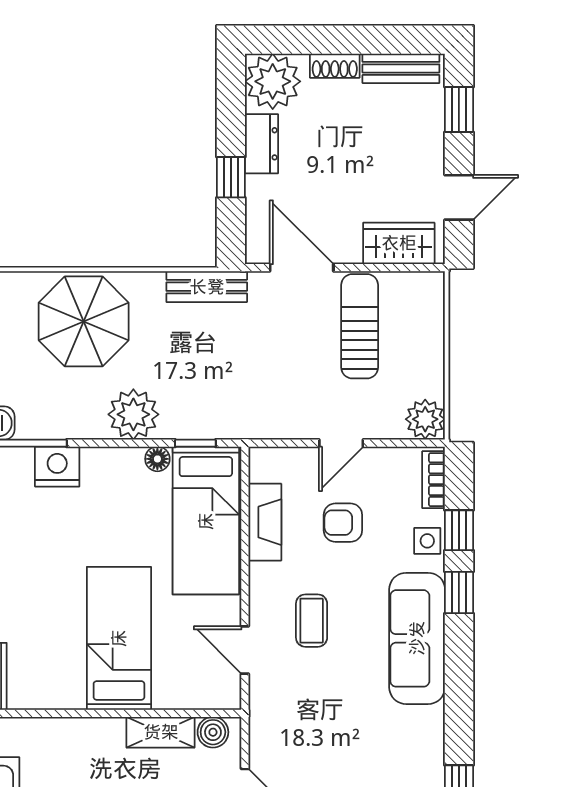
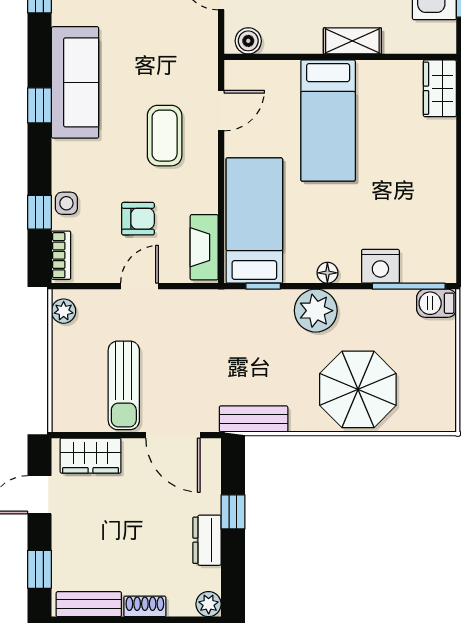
plant: (273, 81) -> (209, 604), width x0.53, depth x0.53
plant: (425, 419) -> (64, 311), width x0.73, depth x0.73
floor lamp: (157, 459) -> (327, 273), moved
fireplace: (265, 522) -> (204, 247), moved
window: (459, 592) -> (39, 105), moved
coffee table: (312, 621) -> (165, 136), width x1.36, depth x1.30
sofa: (417, 638) -> (75, 82), moved
door: (245, 650) -> (221, 111), hinge flipped
shelving: (161, 732) -> (352, 41), moved

